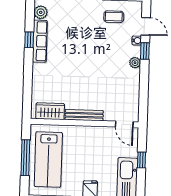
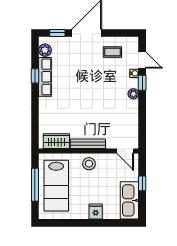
stool: (85, 137) -> (89, 164), added

